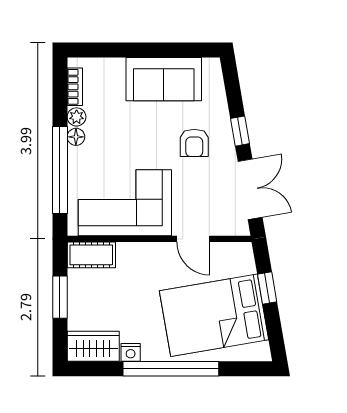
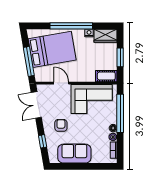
window: (240, 131) -> (43, 141), moved
window: (267, 288) -> (29, 61), width x2.17

